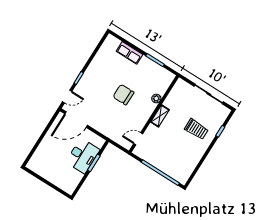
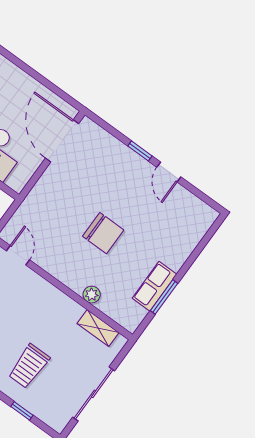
row of seats: (130, 53) -> (154, 286), moved
chair: (123, 95) -> (103, 233), turned 90
door: (67, 96) -> (169, 172), moved
shelving: (160, 116) -> (98, 328), moved

